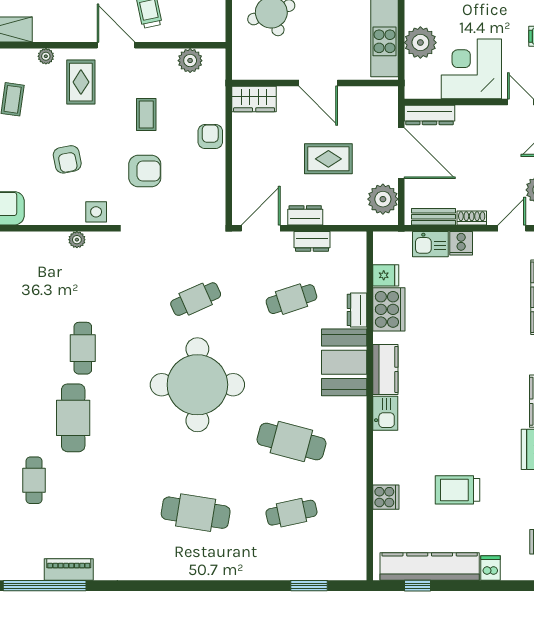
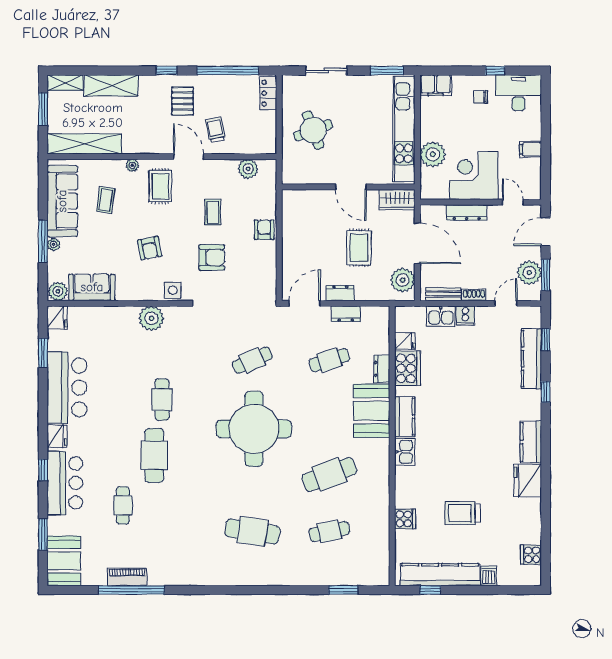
wardrobe: (254, 99) -> (397, 200), moved
dresser: (429, 115) -> (467, 212), moved
rug: (328, 159) -> (359, 248), turned 90
plant: (77, 240) -> (151, 318), width x1.88, depth x1.88
cafe table: (291, 441) -> (329, 474), turned -36
piano: (69, 570) -> (127, 577), moved

